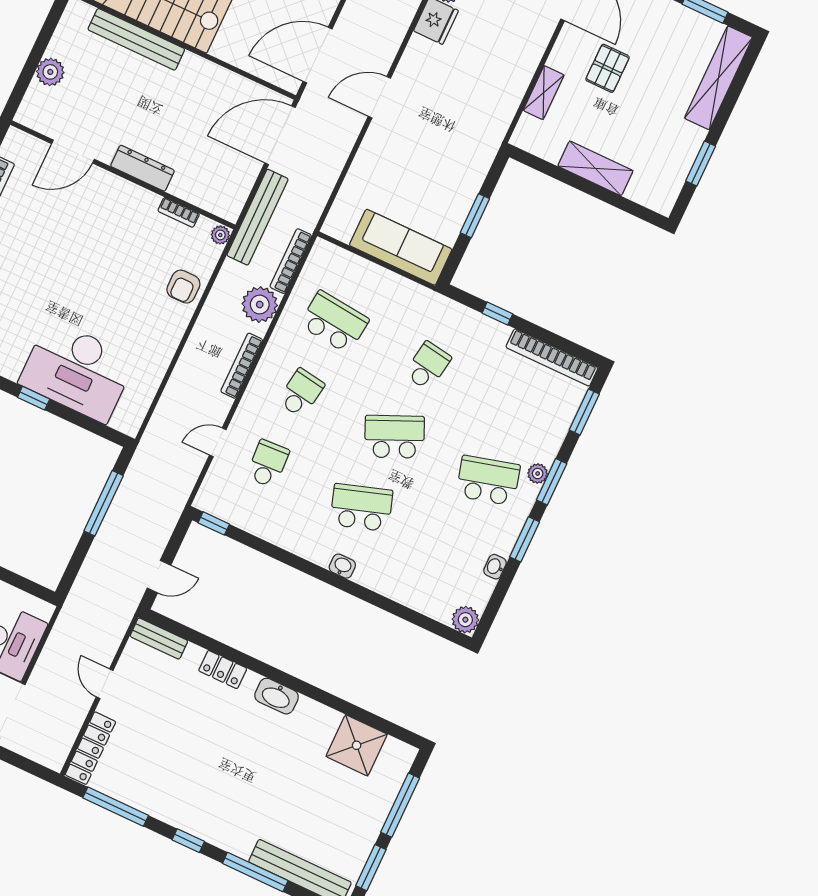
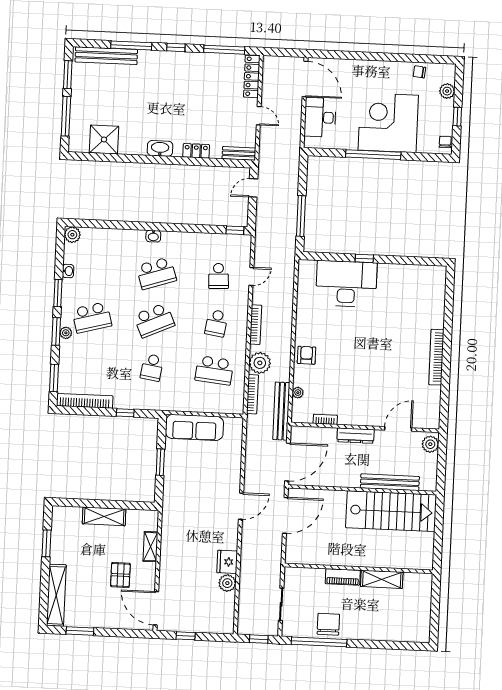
door: (73, 151) -> (398, 429), moved
dresser: (143, 168) -> (356, 436), moved
wall: (123, 175) -> (365, 427), moved
bookcase: (179, 212) -> (325, 419), moved

